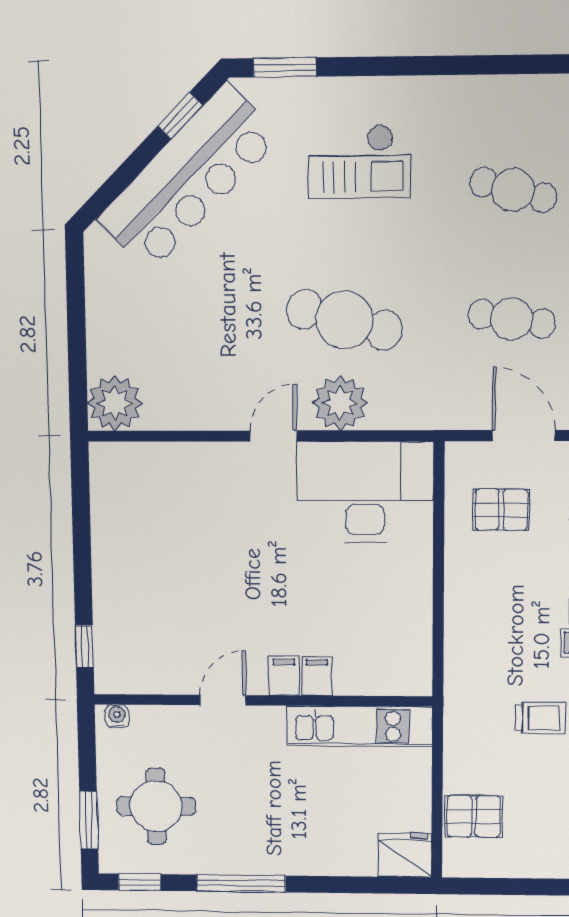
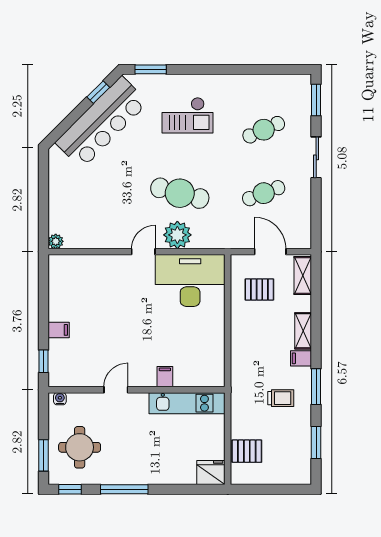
cafe table: (513, 190) -> (264, 130), turned -39
cafe table: (512, 319) -> (264, 193), turned -30
plant: (115, 403) -> (56, 241), width x0.53, depth x0.53
filing cabinet: (284, 676) -> (59, 330), moved, turned 90

